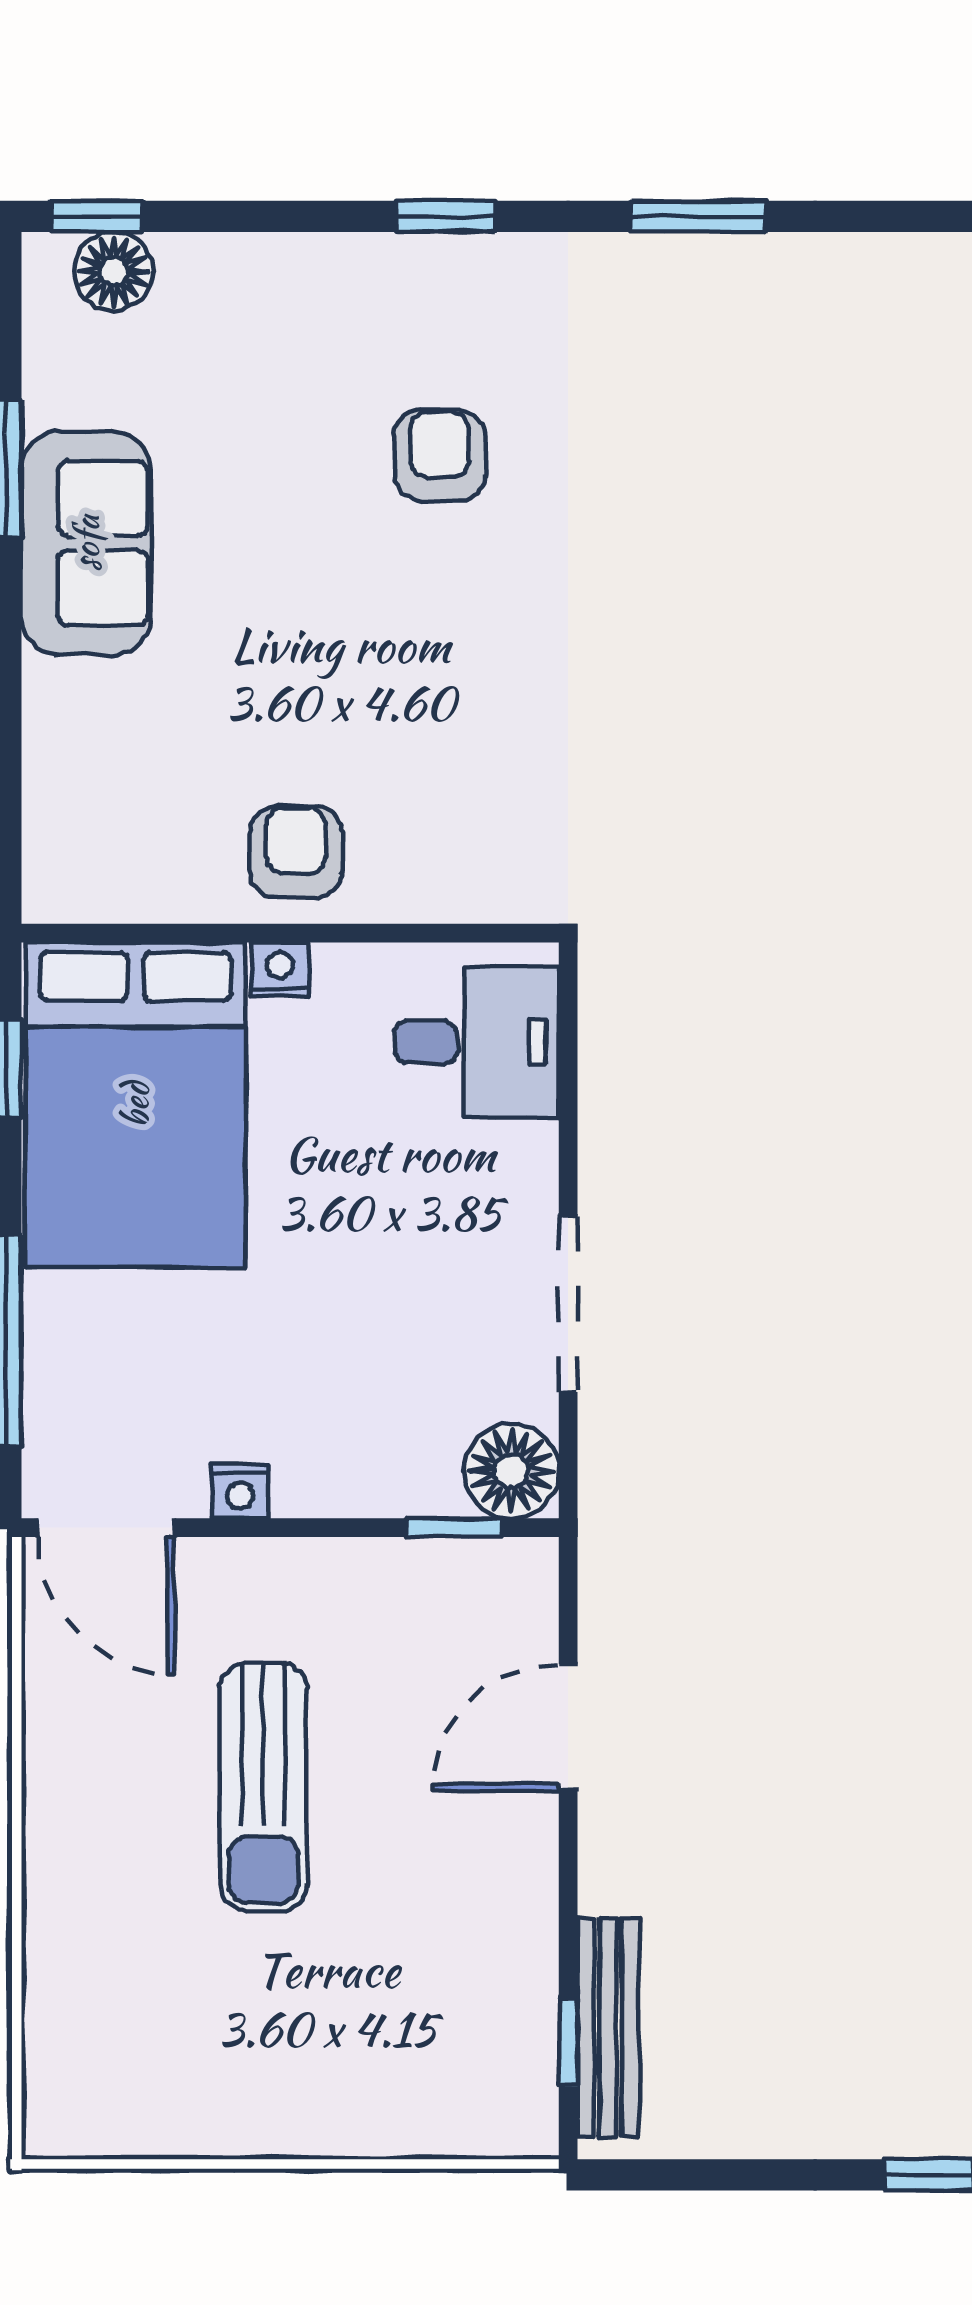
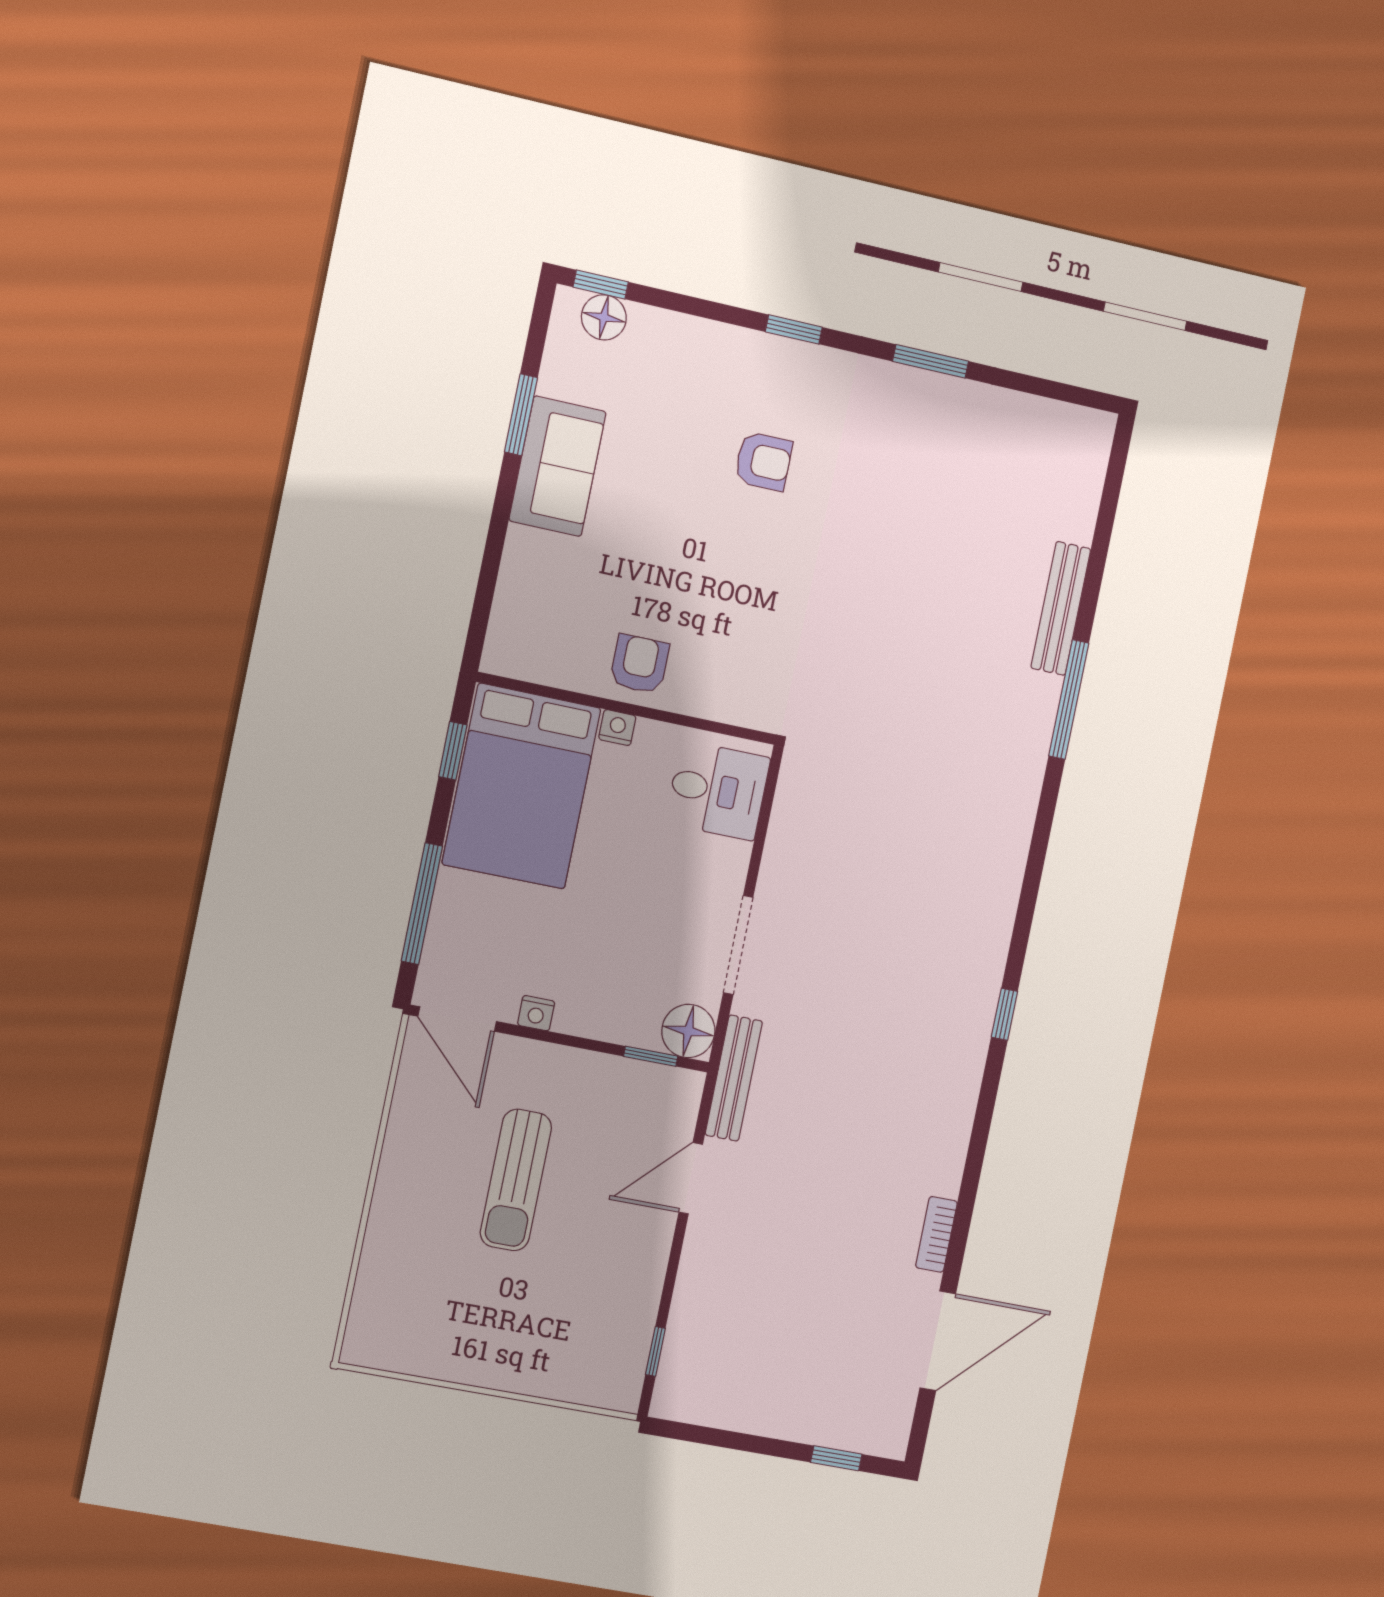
armchair: (440, 456) -> (763, 461), turned 90
bench: (608, 2028) -> (734, 1078), moved

